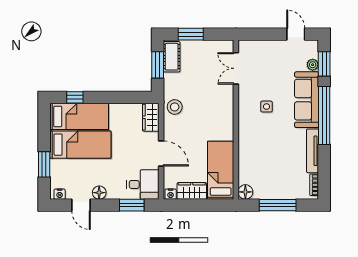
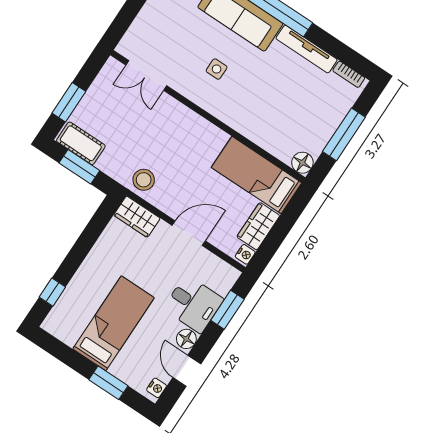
bed: (79, 116) -> (79, 302), removed
desk: (143, 184) -> (193, 304), moved, turned 90
door: (81, 205) -> (187, 371), swing flipped

